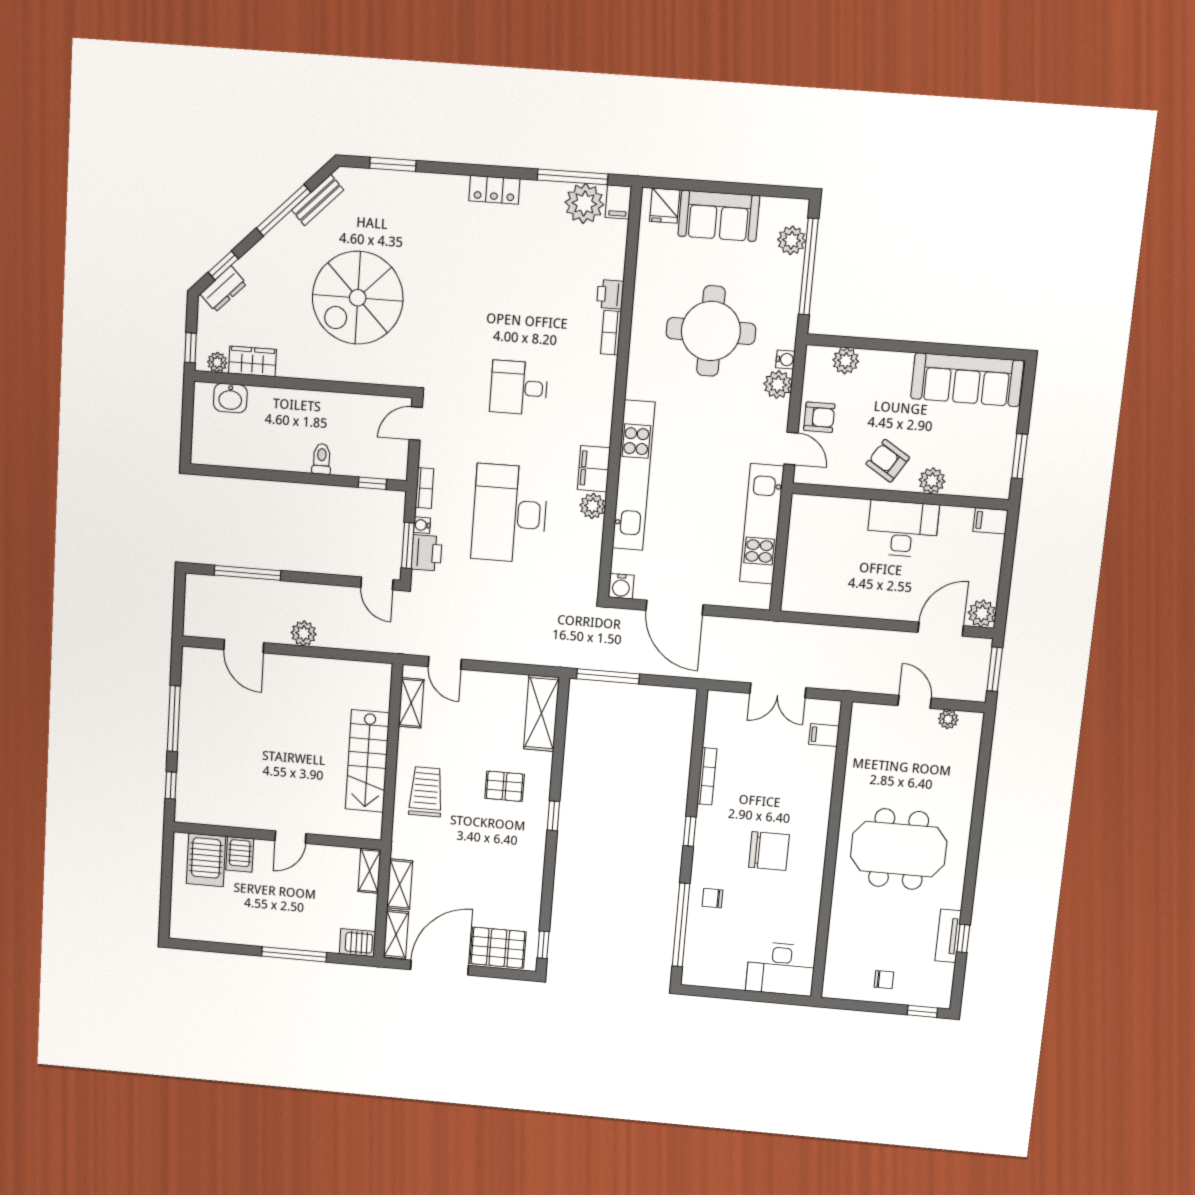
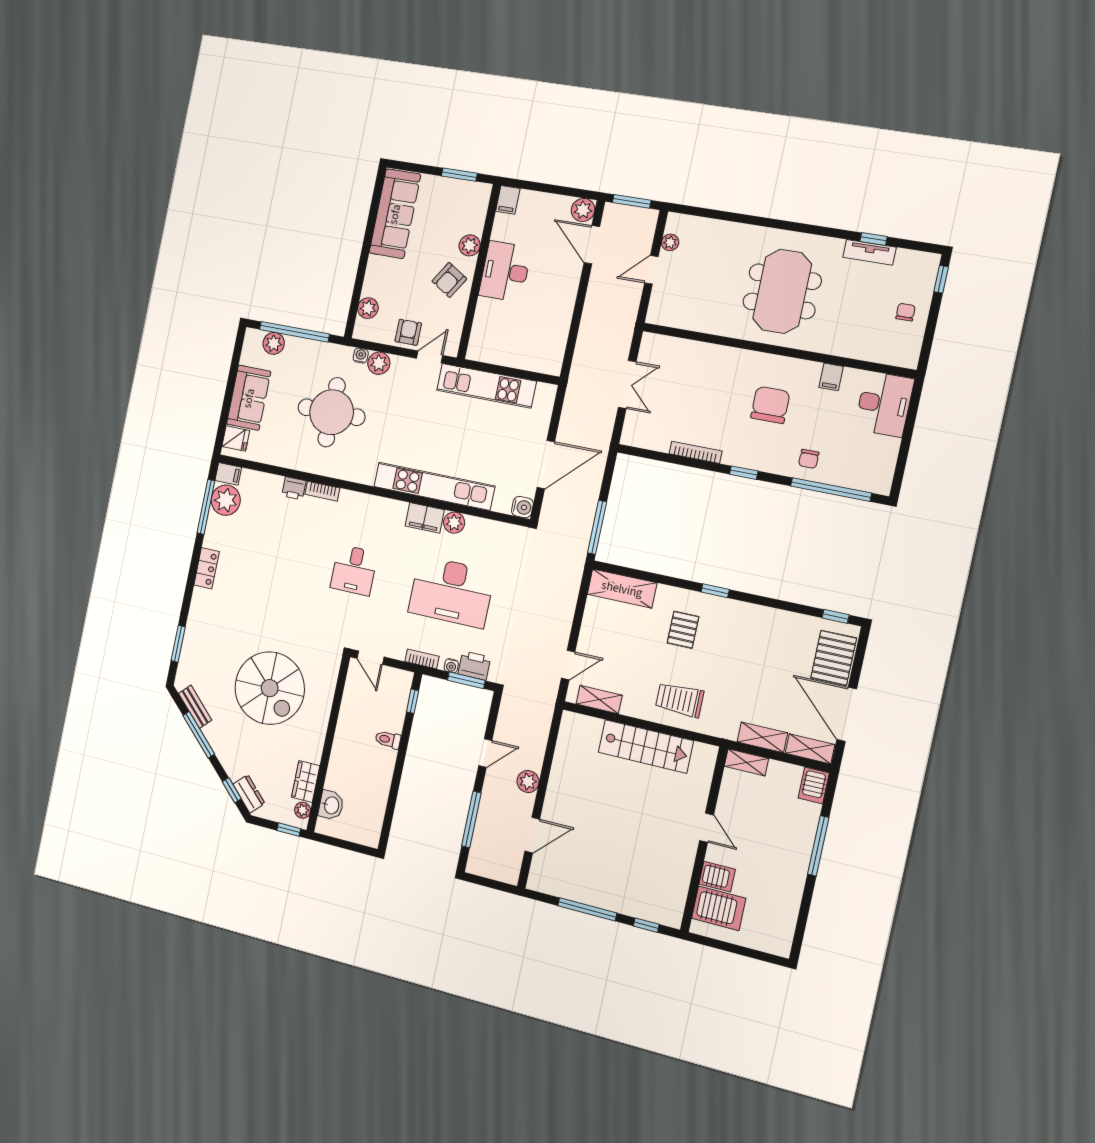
door: (377, 583) -> (485, 753), moved
filing cabinet: (824, 735) -> (831, 377), moved

